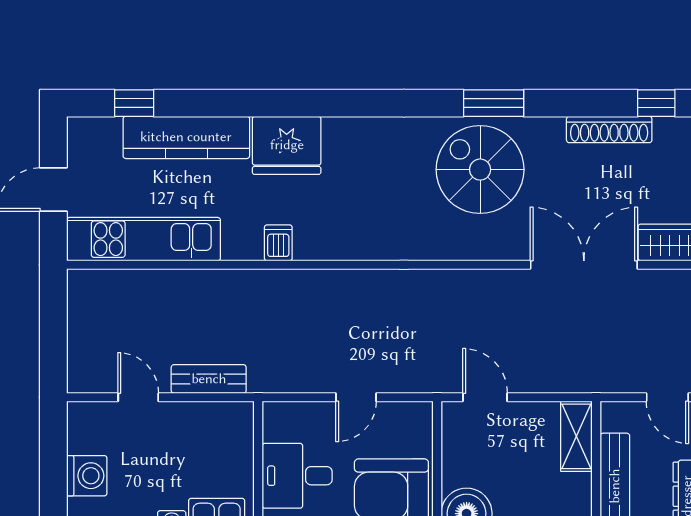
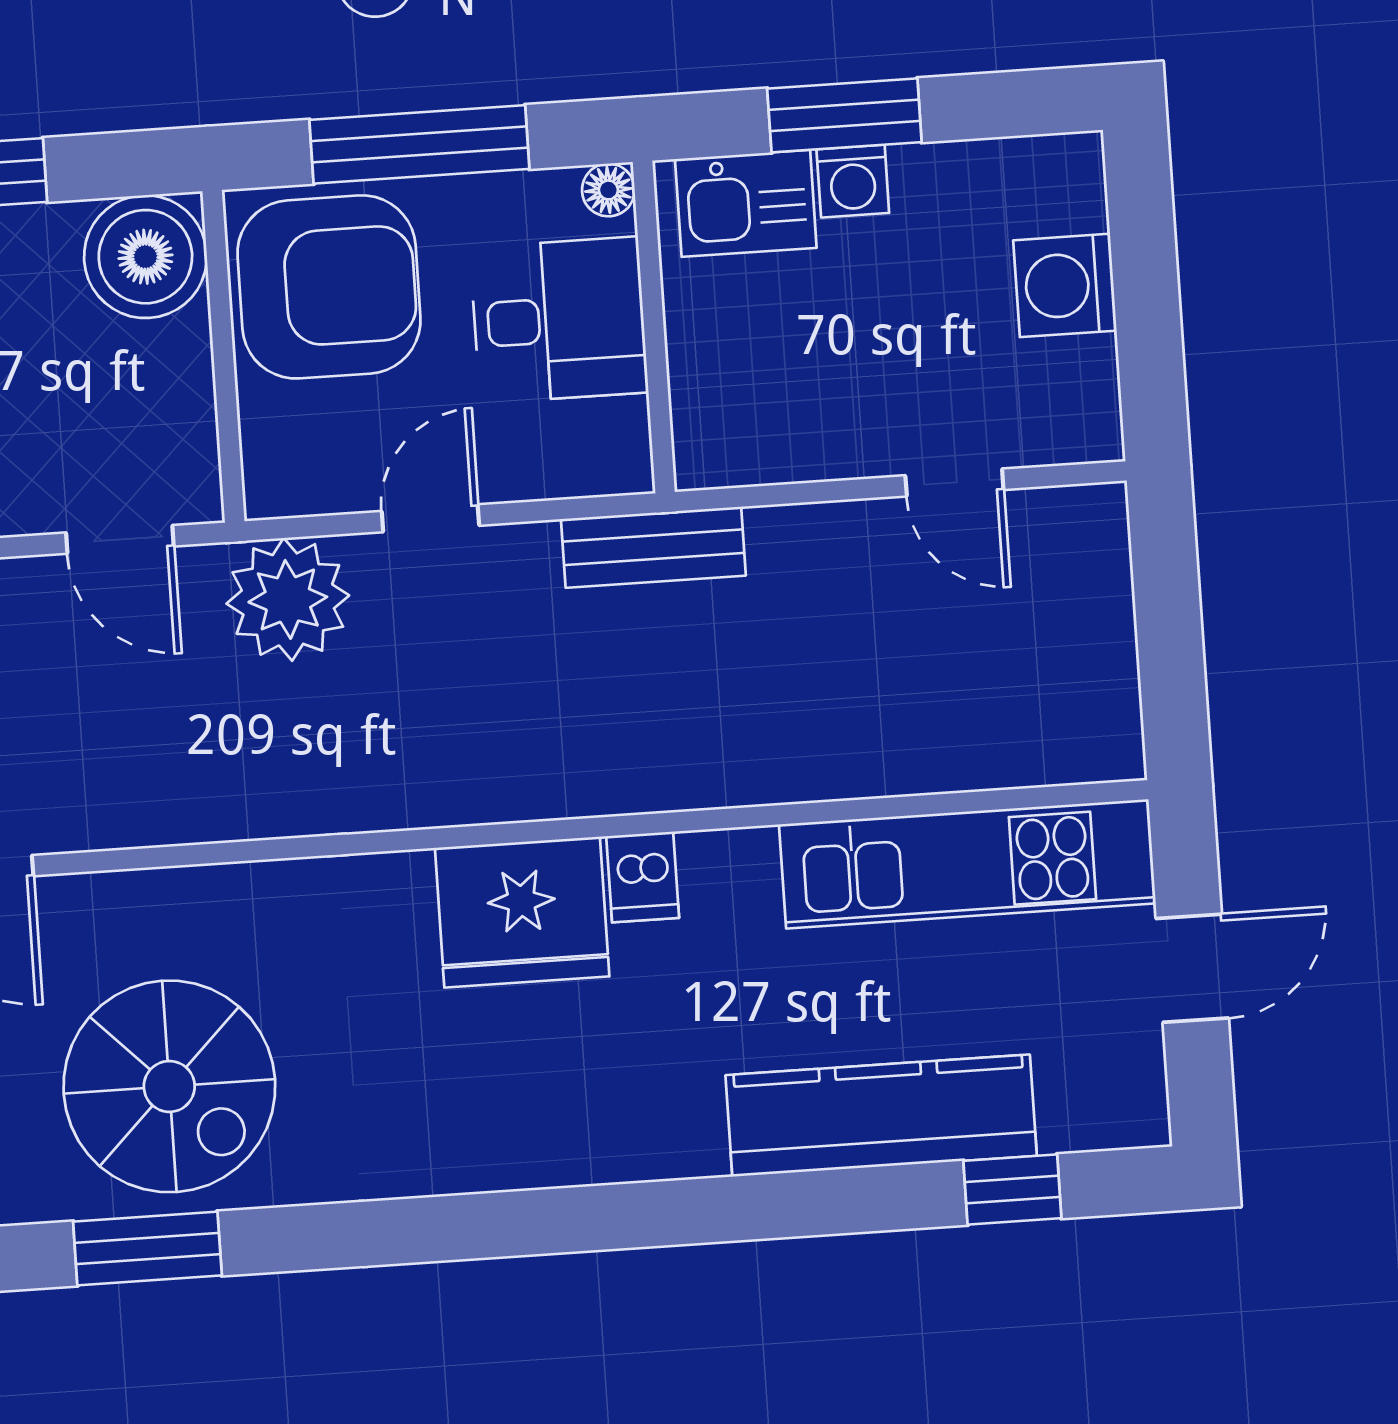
fridge: (287, 145) -> (522, 912), moved, turned 180
plant: (417, 368) -> (288, 599), added
bench: (209, 379) -> (653, 547), moved

